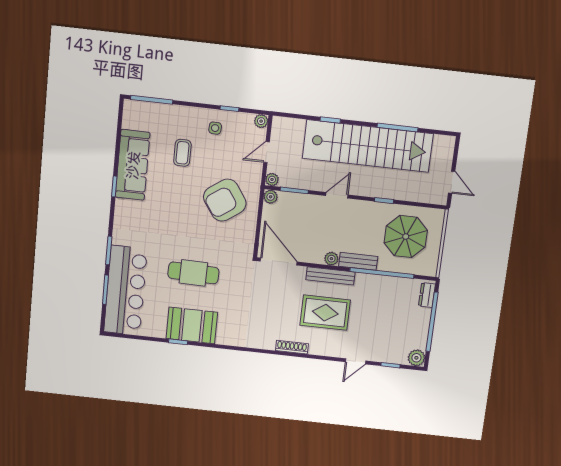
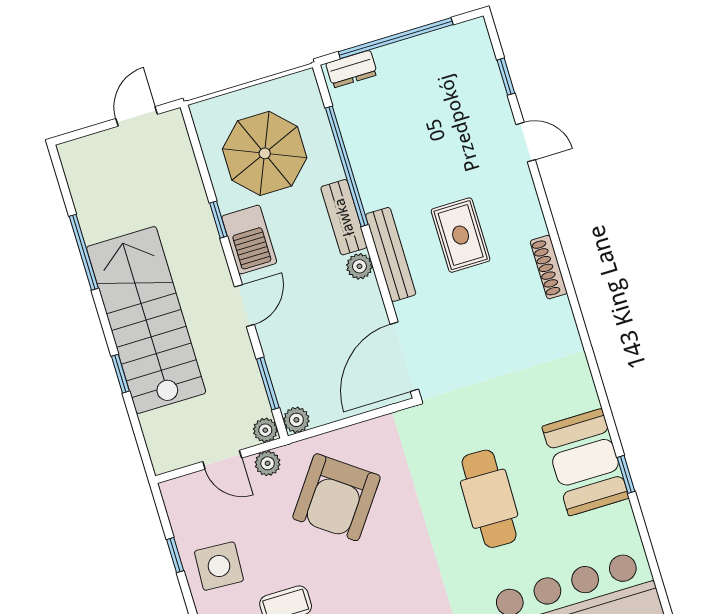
plant: (261, 121) -> (268, 463), moved
side table: (215, 128) -> (219, 566), width x1.87, depth x1.87
stairs: (368, 146) -> (146, 320), width x0.73
door: (337, 195) -> (244, 306), swing flipped
armchair: (225, 200) -> (336, 497), turned 71
barbecue: (368, 211) -> (249, 240), added
rug: (325, 313) -> (461, 235), width x0.73, depth x0.70
plant: (416, 358) -> (473, 36), removed

